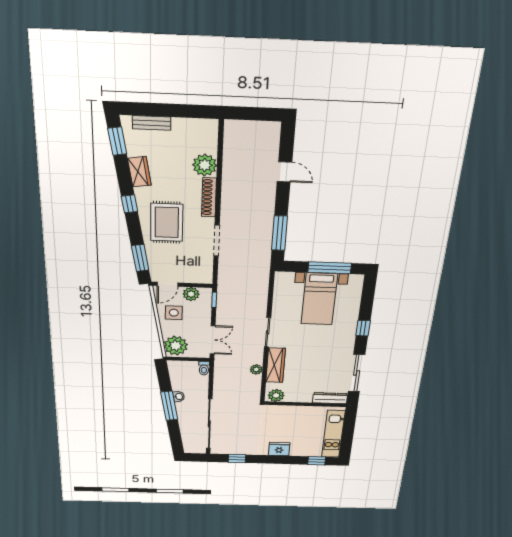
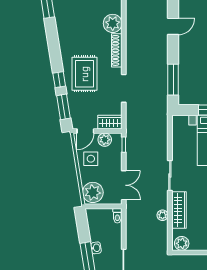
wardrobe: (139, 172) -> (110, 122), moved, turned -81
door: (284, 172) -> (173, 26), hinge flipped
window: (130, 204) -> (59, 80), moved

